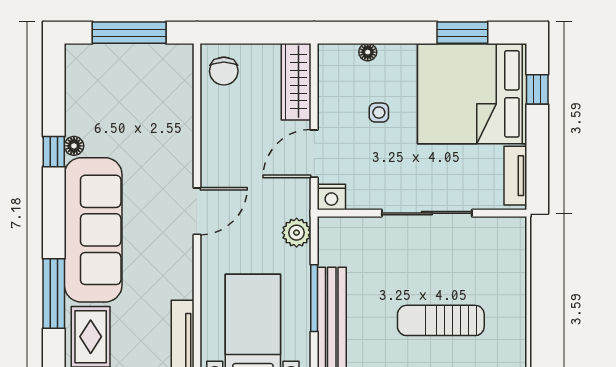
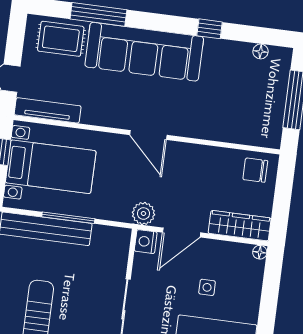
floor lamp: (368, 52) -> (260, 252), moved
floor lamp: (74, 146) -> (261, 52), moved
door: (314, 154) -> (182, 233), swing flipped
plant: (297, 233) -> (143, 214), moved

